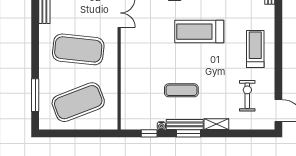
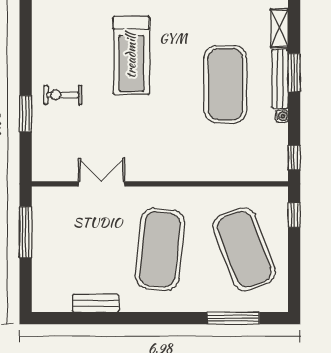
exercise mat: (181, 90) -> (225, 84), width x2.00, depth x1.45
window: (100, 133) -> (294, 215), added
window: (149, 133) -> (294, 158), moved

